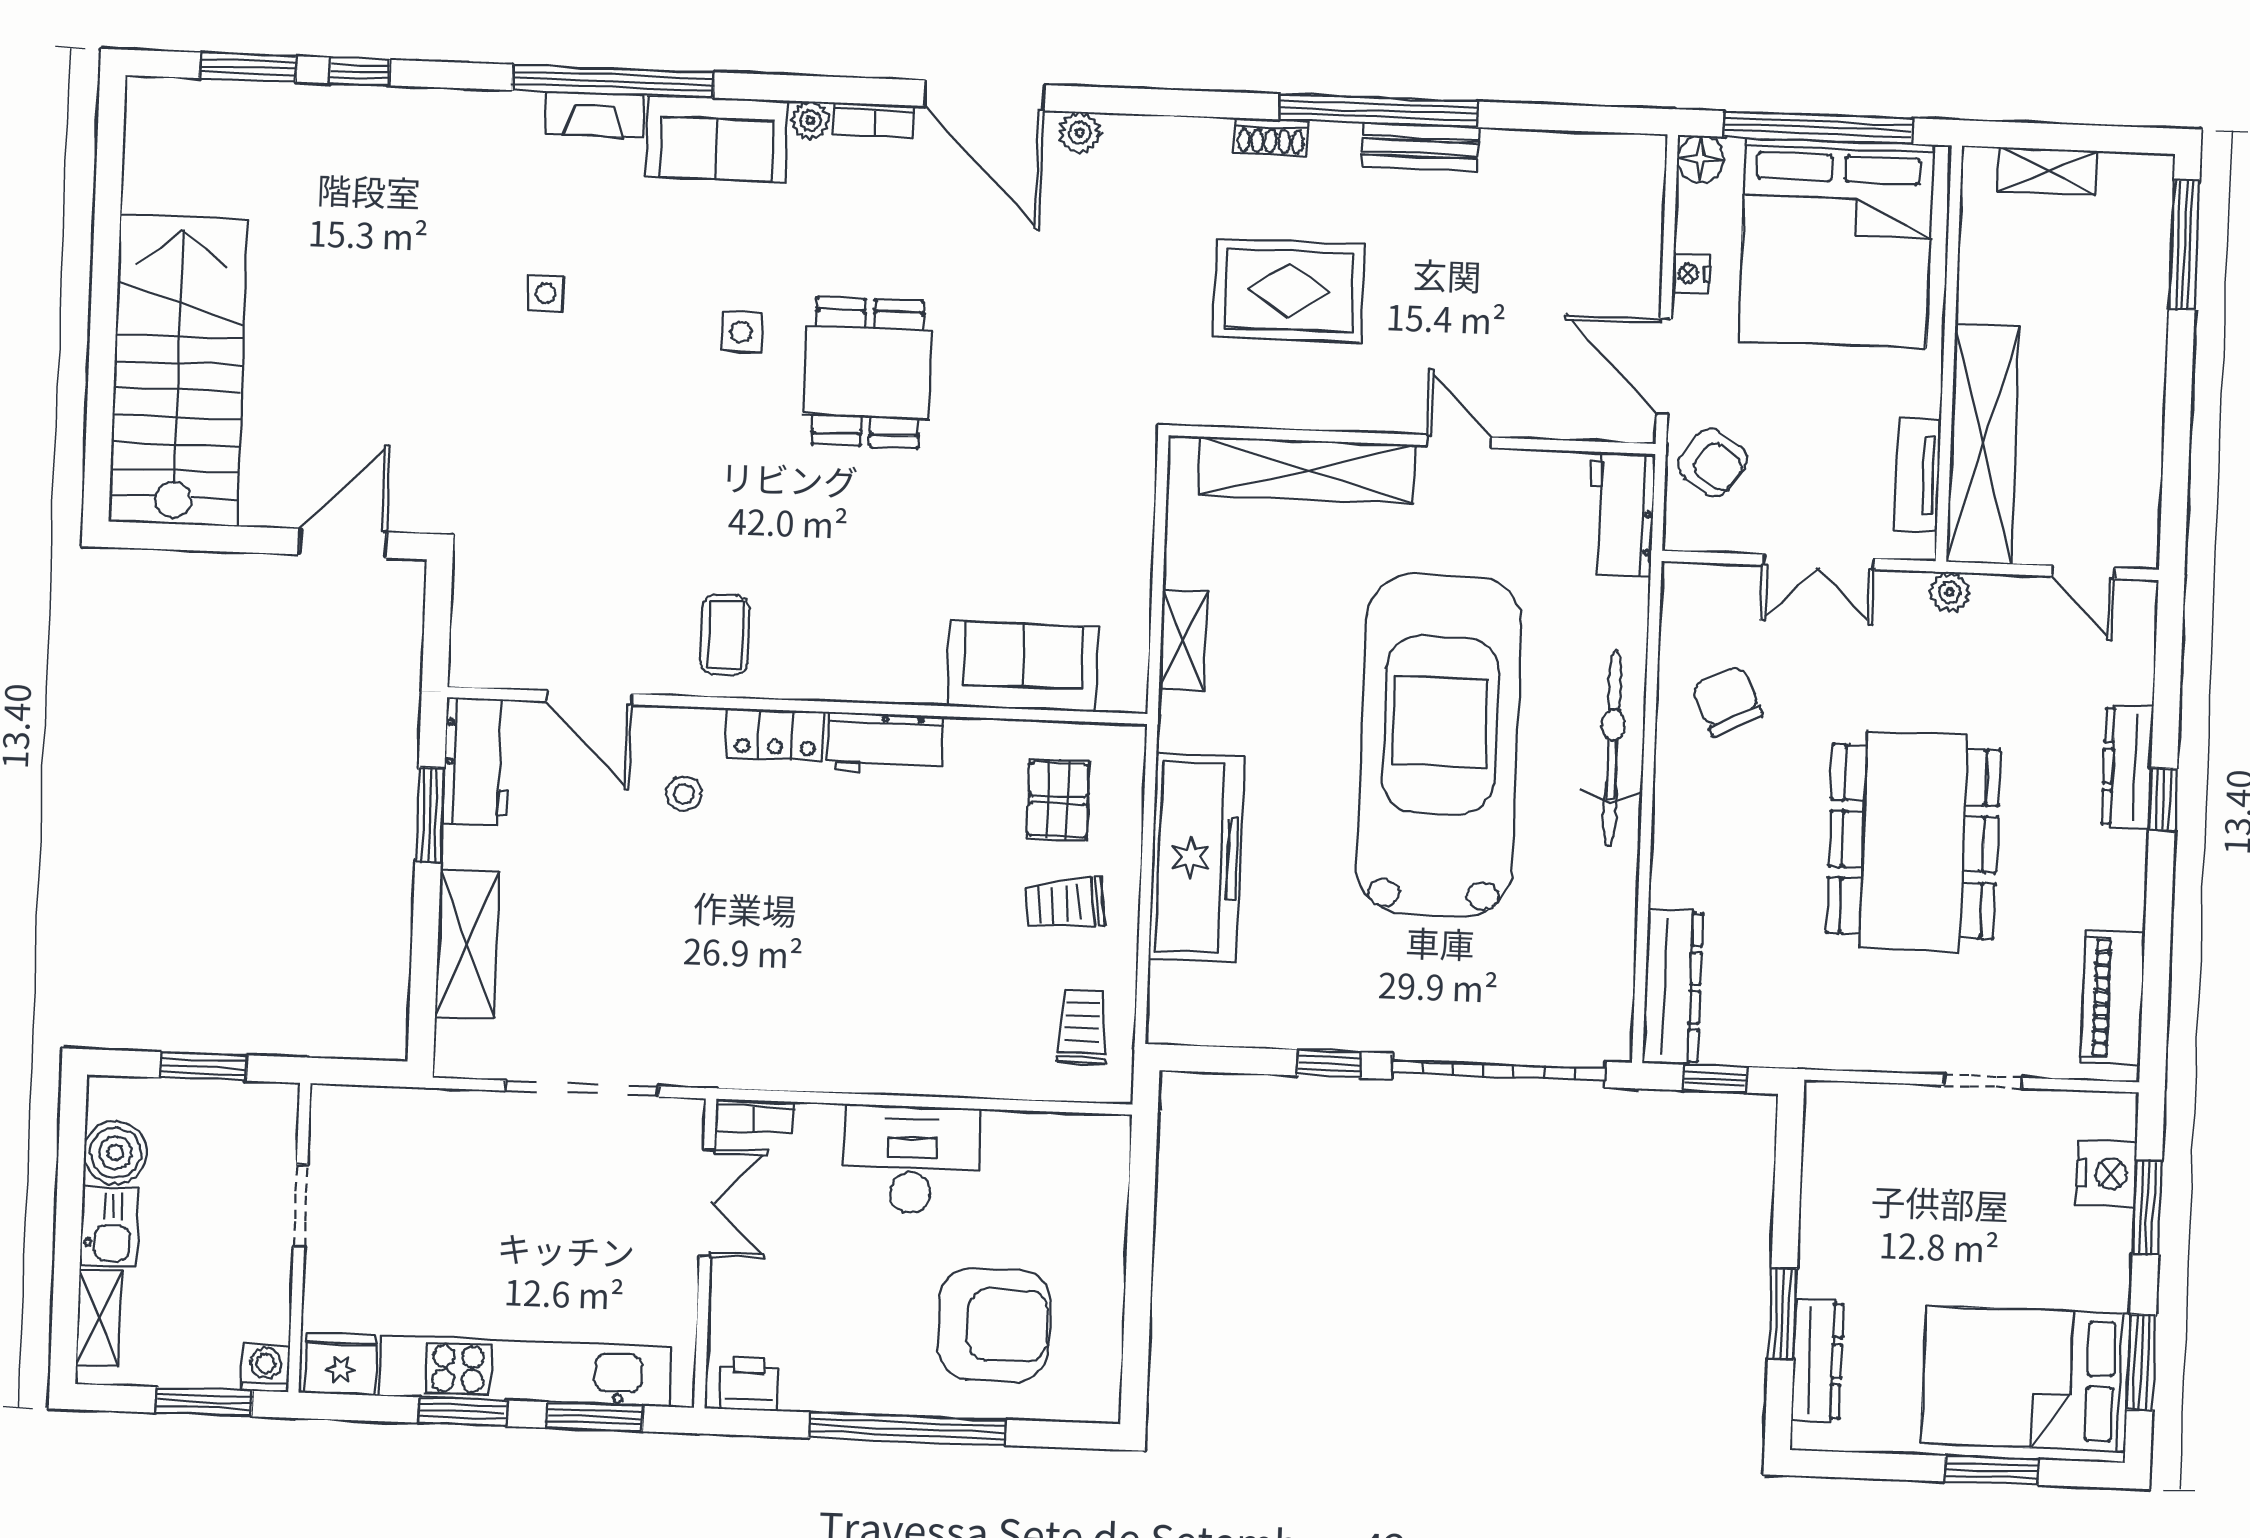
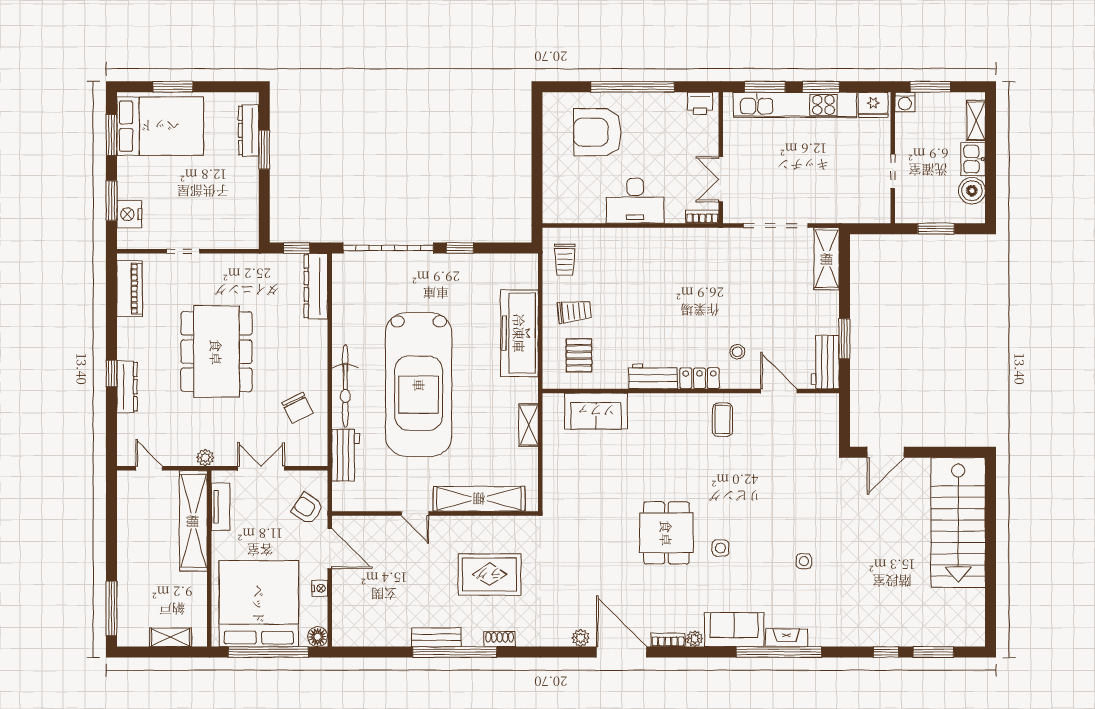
workbench: (1621, 514) -> (345, 455), moved
shelving: (467, 944) -> (827, 259), moved

